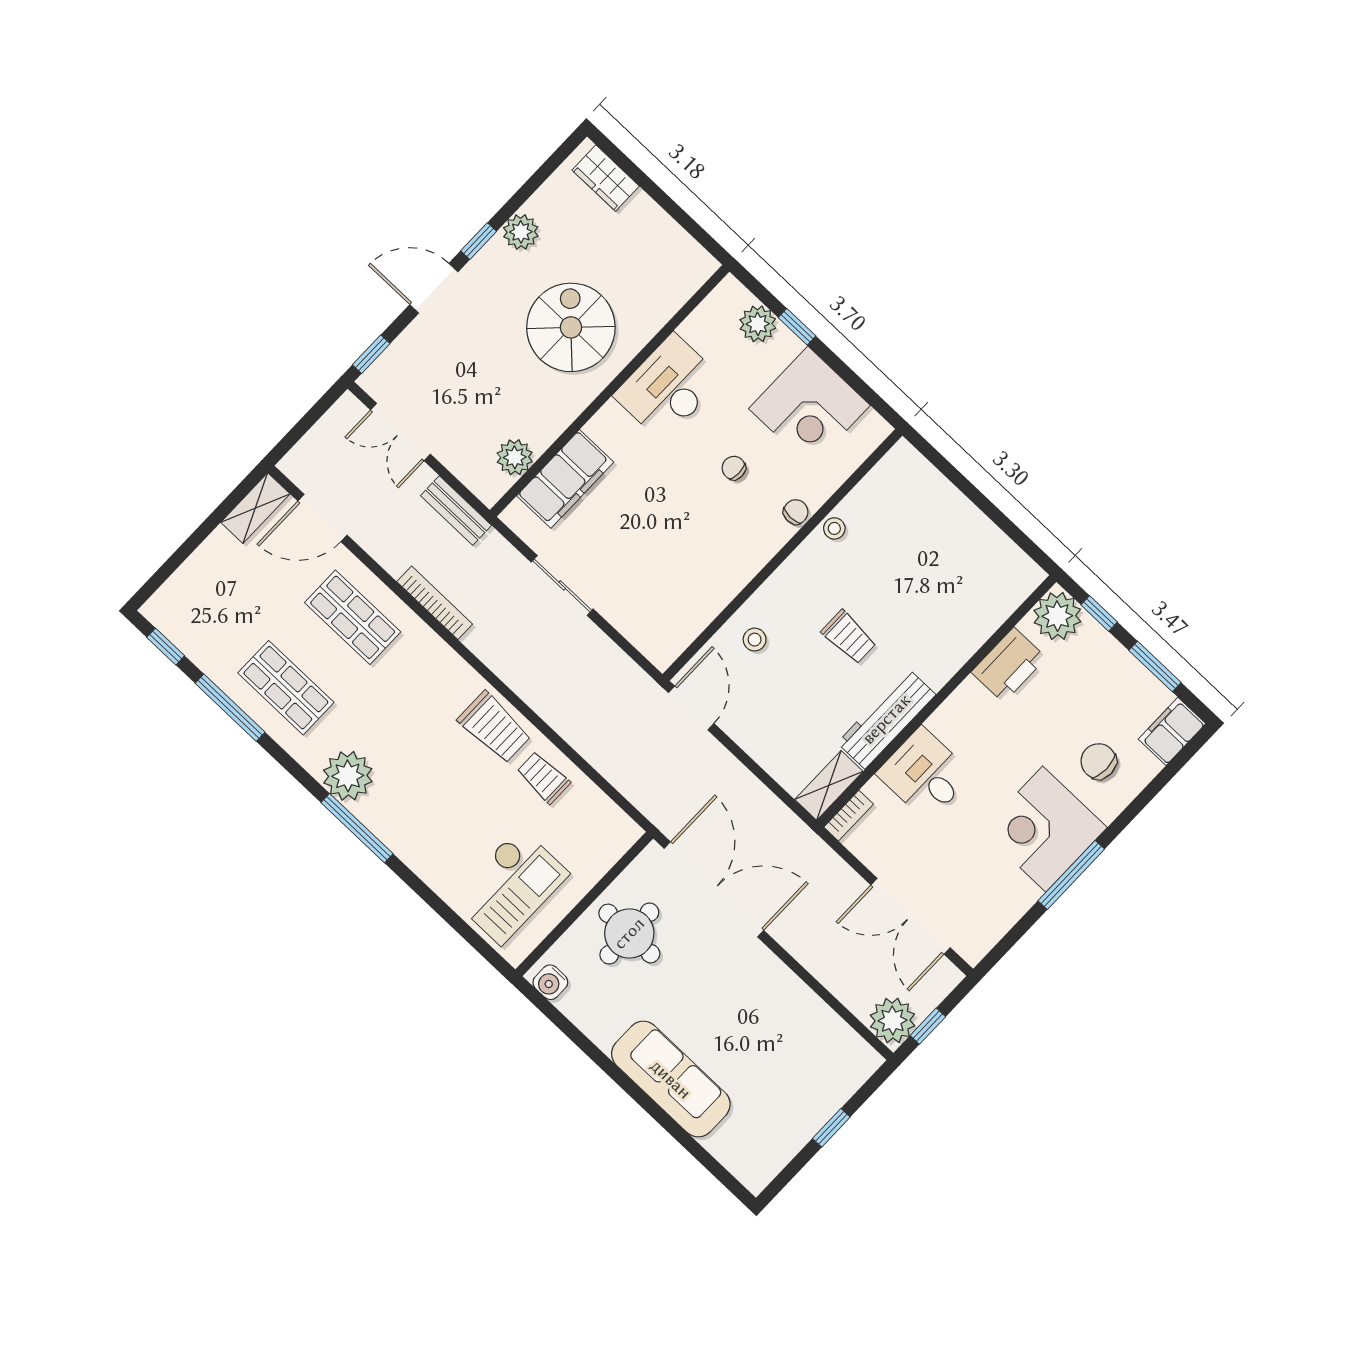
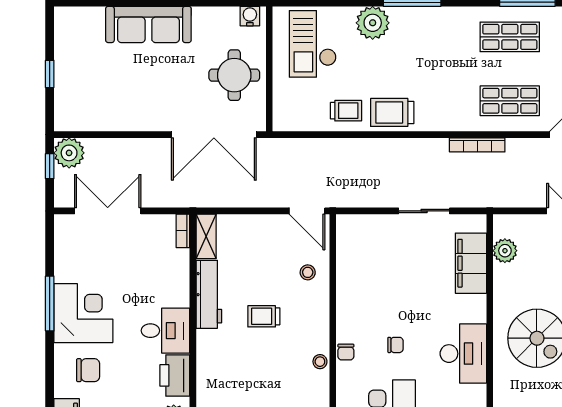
bench: (456, 511) -> (509, 199), removed
desk: (925, 774) -> (165, 331), moved
plant: (348, 776) -> (373, 23), moved

